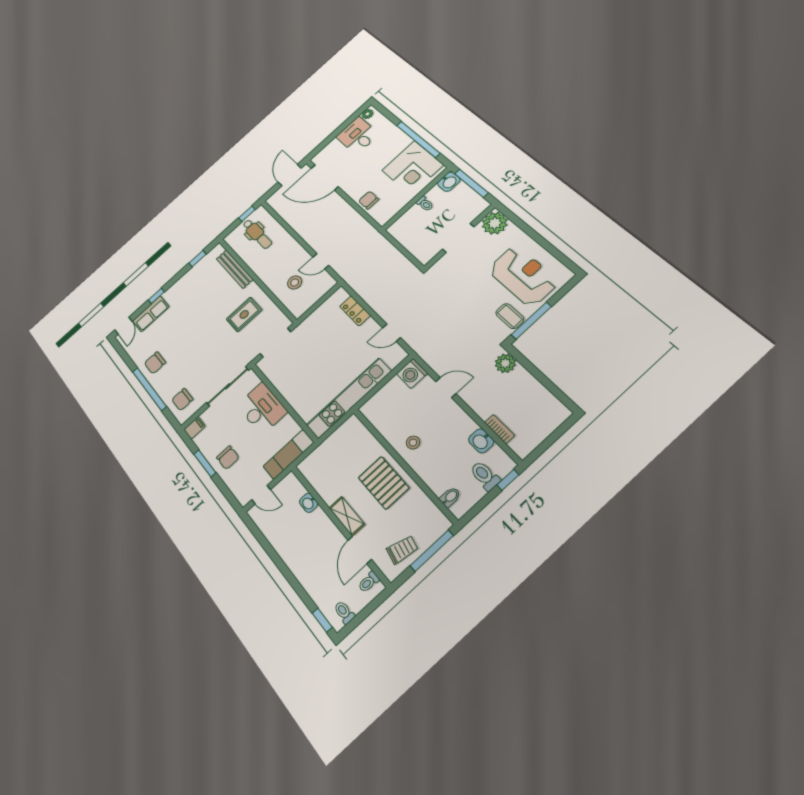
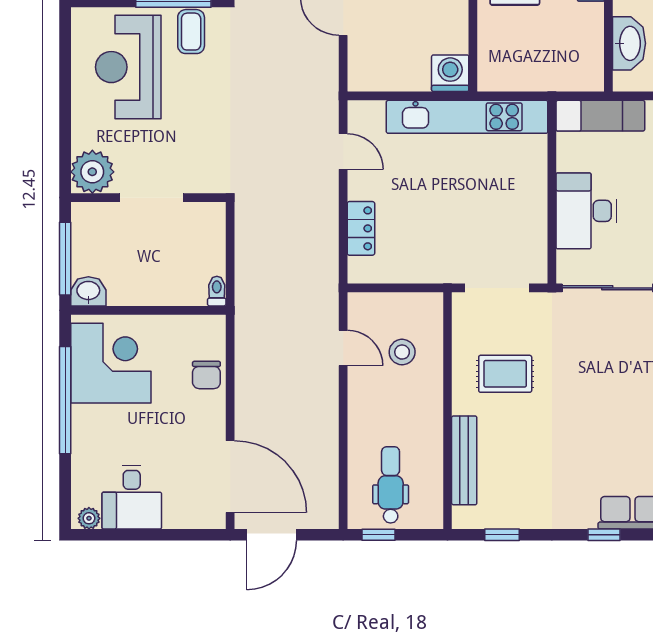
toilet: (425, 204) -> (217, 291), moved
washing machine: (412, 373) -> (450, 73), moved, turned -90
washbasin: (309, 503) -> (629, 43), width x1.91, depth x1.45

